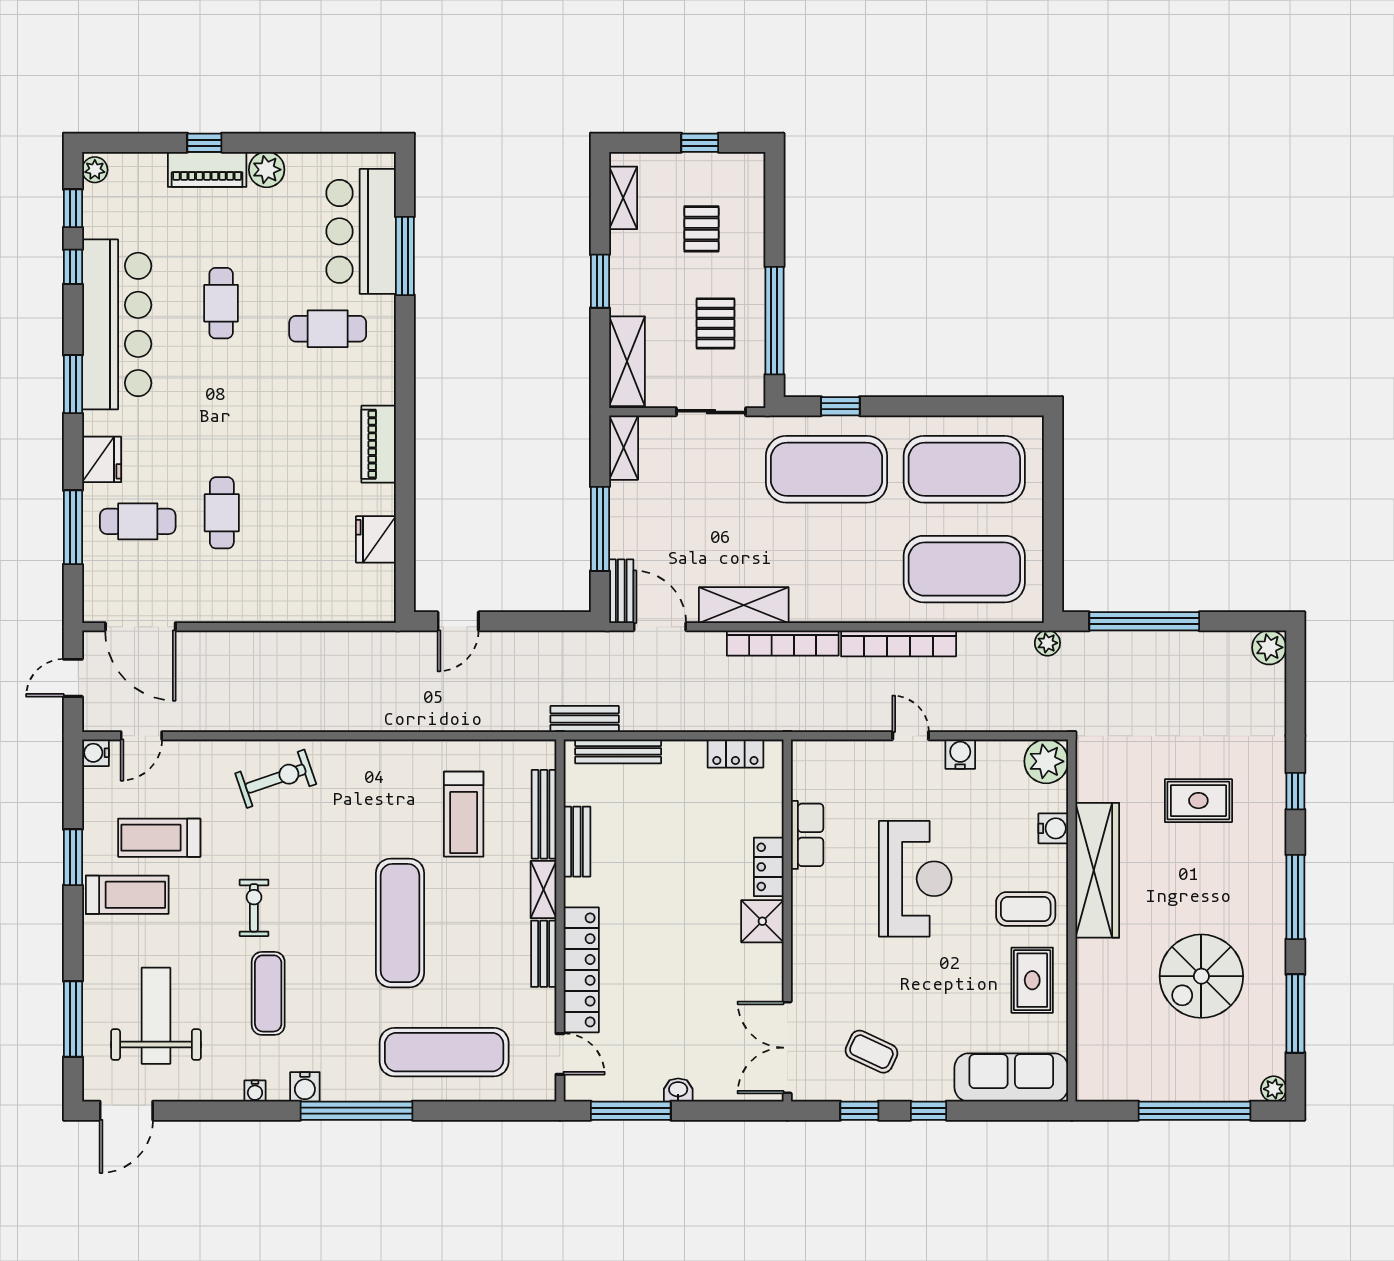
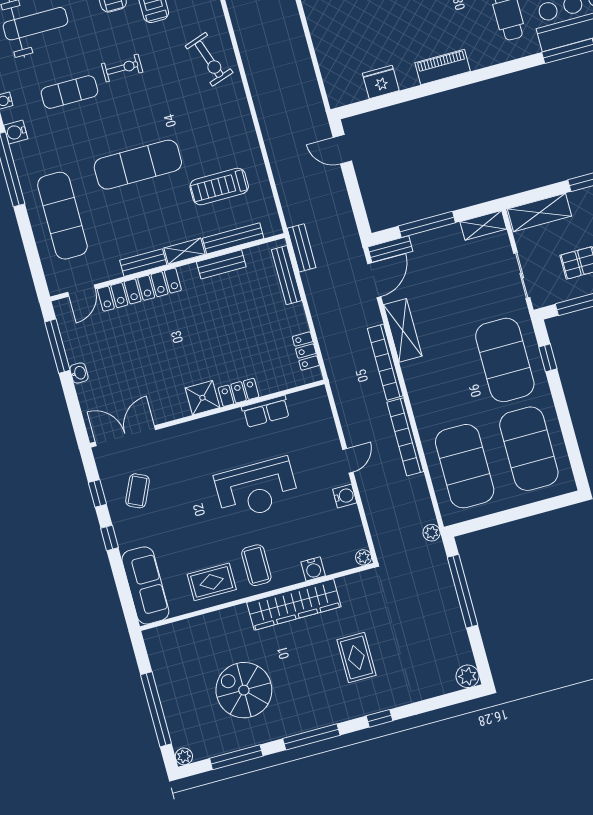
plant: (1046, 761) -> (364, 557), width x0.53, depth x0.53

